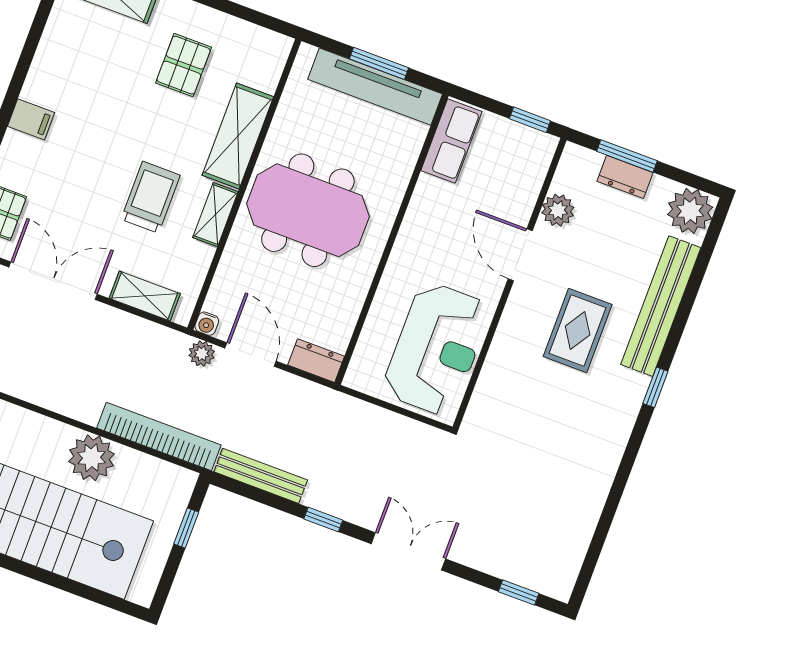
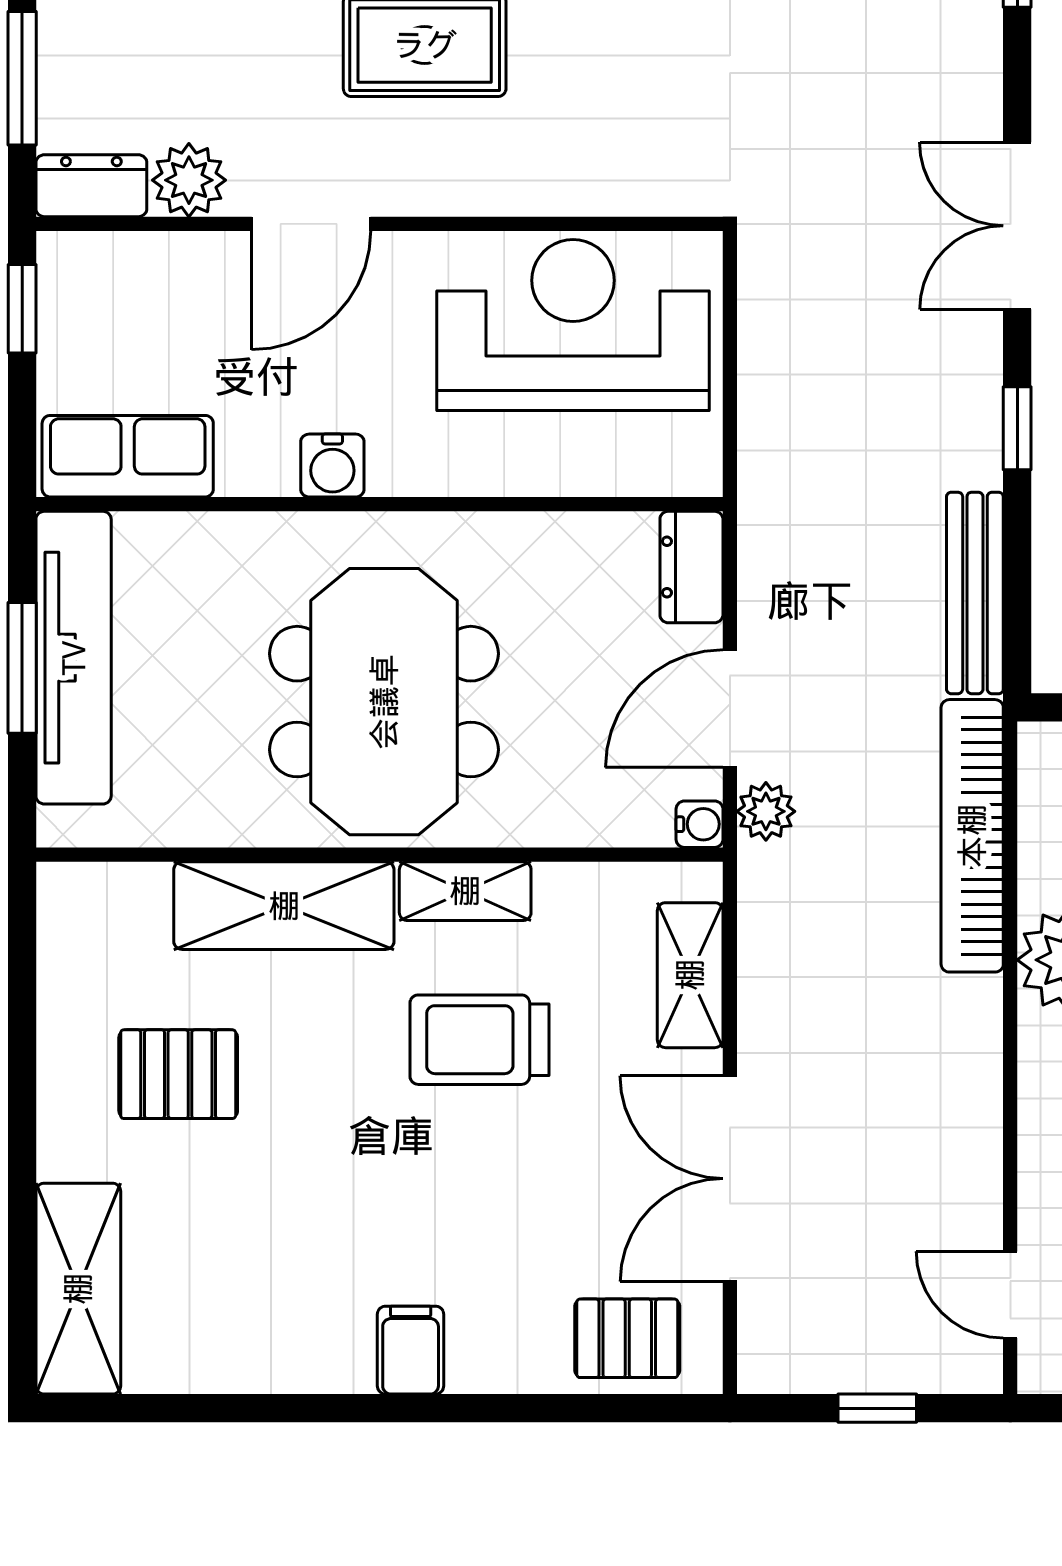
dresser: (625, 177) -> (91, 186), moved, turned -90
water cooler: (415, 226) -> (332, 466), added

